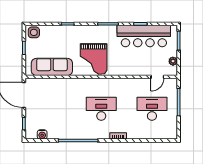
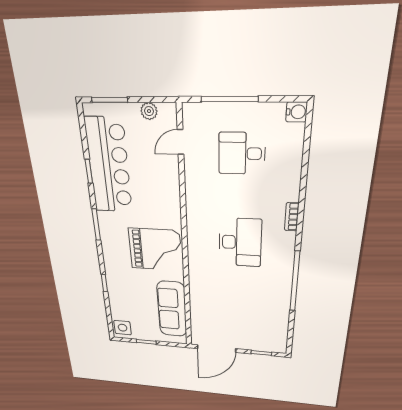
door: (157, 77) -> (181, 142), swing flipped
desk: (101, 109) -> (240, 242), turned 180
desk: (152, 109) -> (242, 153), width x0.73
water cooler: (42, 134) -> (297, 112), moved

